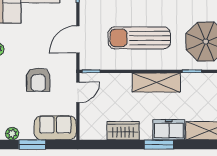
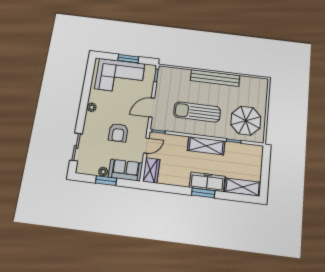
freezer: (169, 130) -> (207, 182), width x1.40
wardrobe: (123, 131) -> (151, 170), moved, turned 90
plant: (12, 134) -> (103, 172), moved

